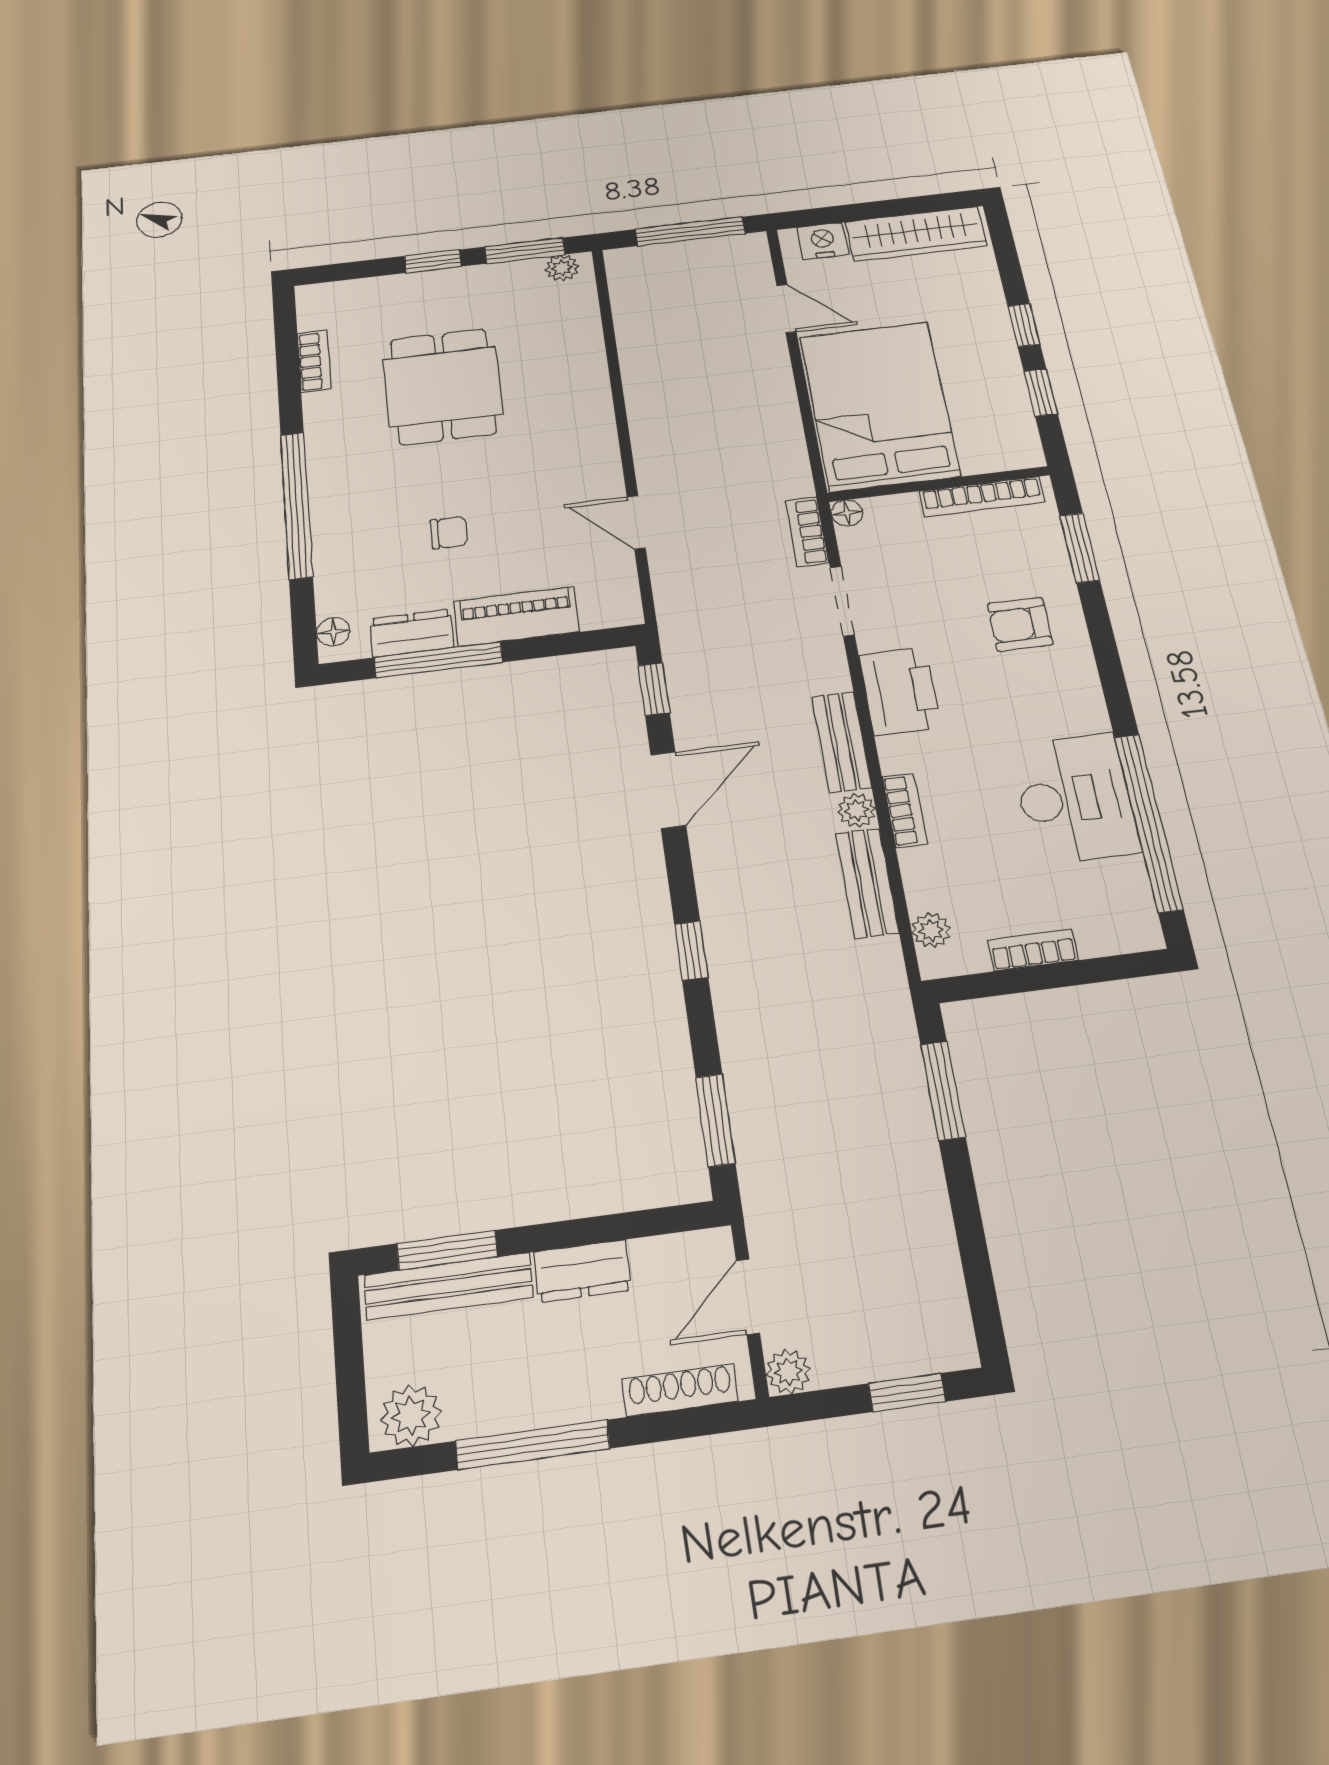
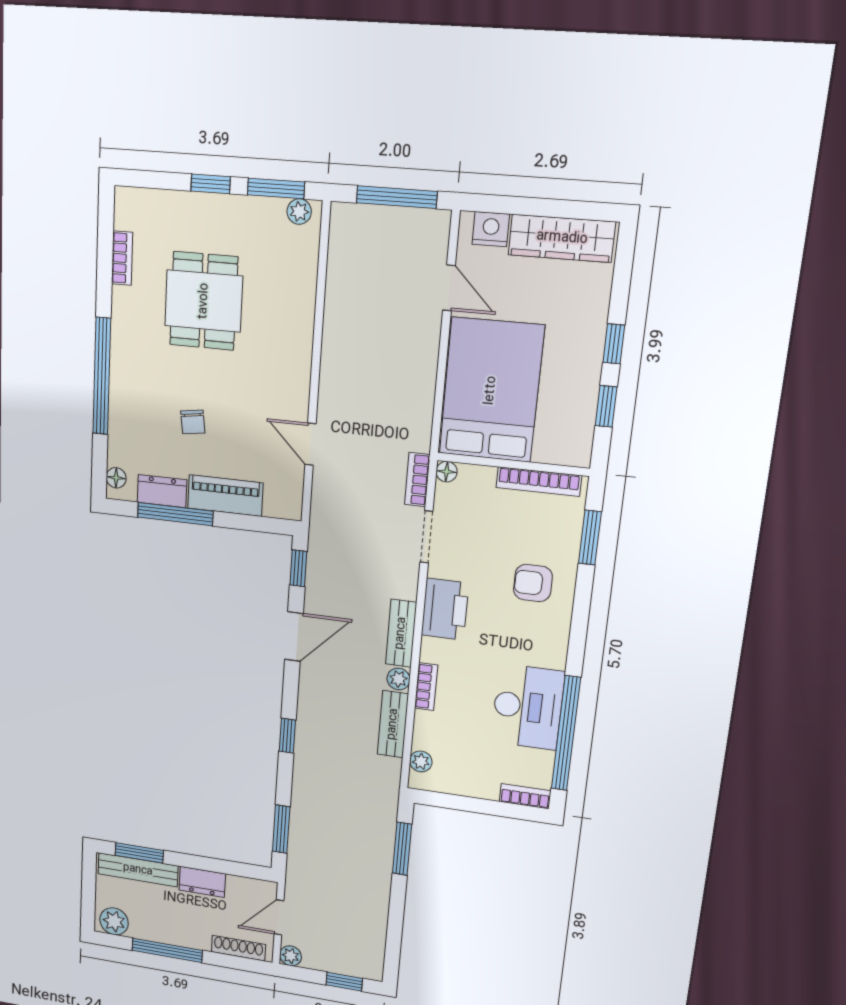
chair: (449, 533) -> (193, 422), turned 82
bookcase: (1033, 950) -> (525, 796), moved

